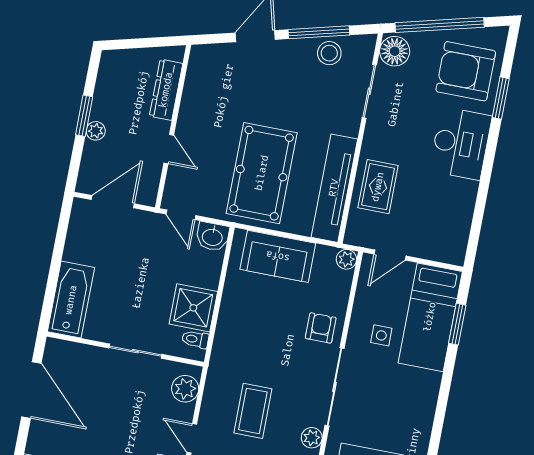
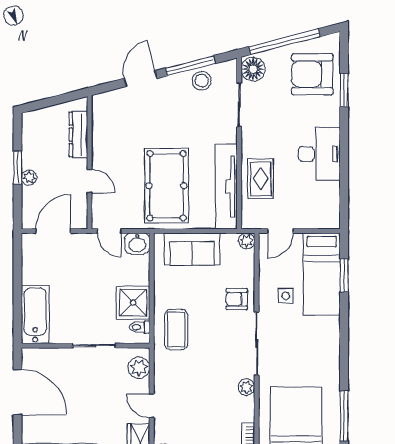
desk: (461, 143) -> (319, 154), moved
armchair: (321, 328) -> (237, 299), turned -90
coffee table: (253, 411) -> (176, 330), moved

